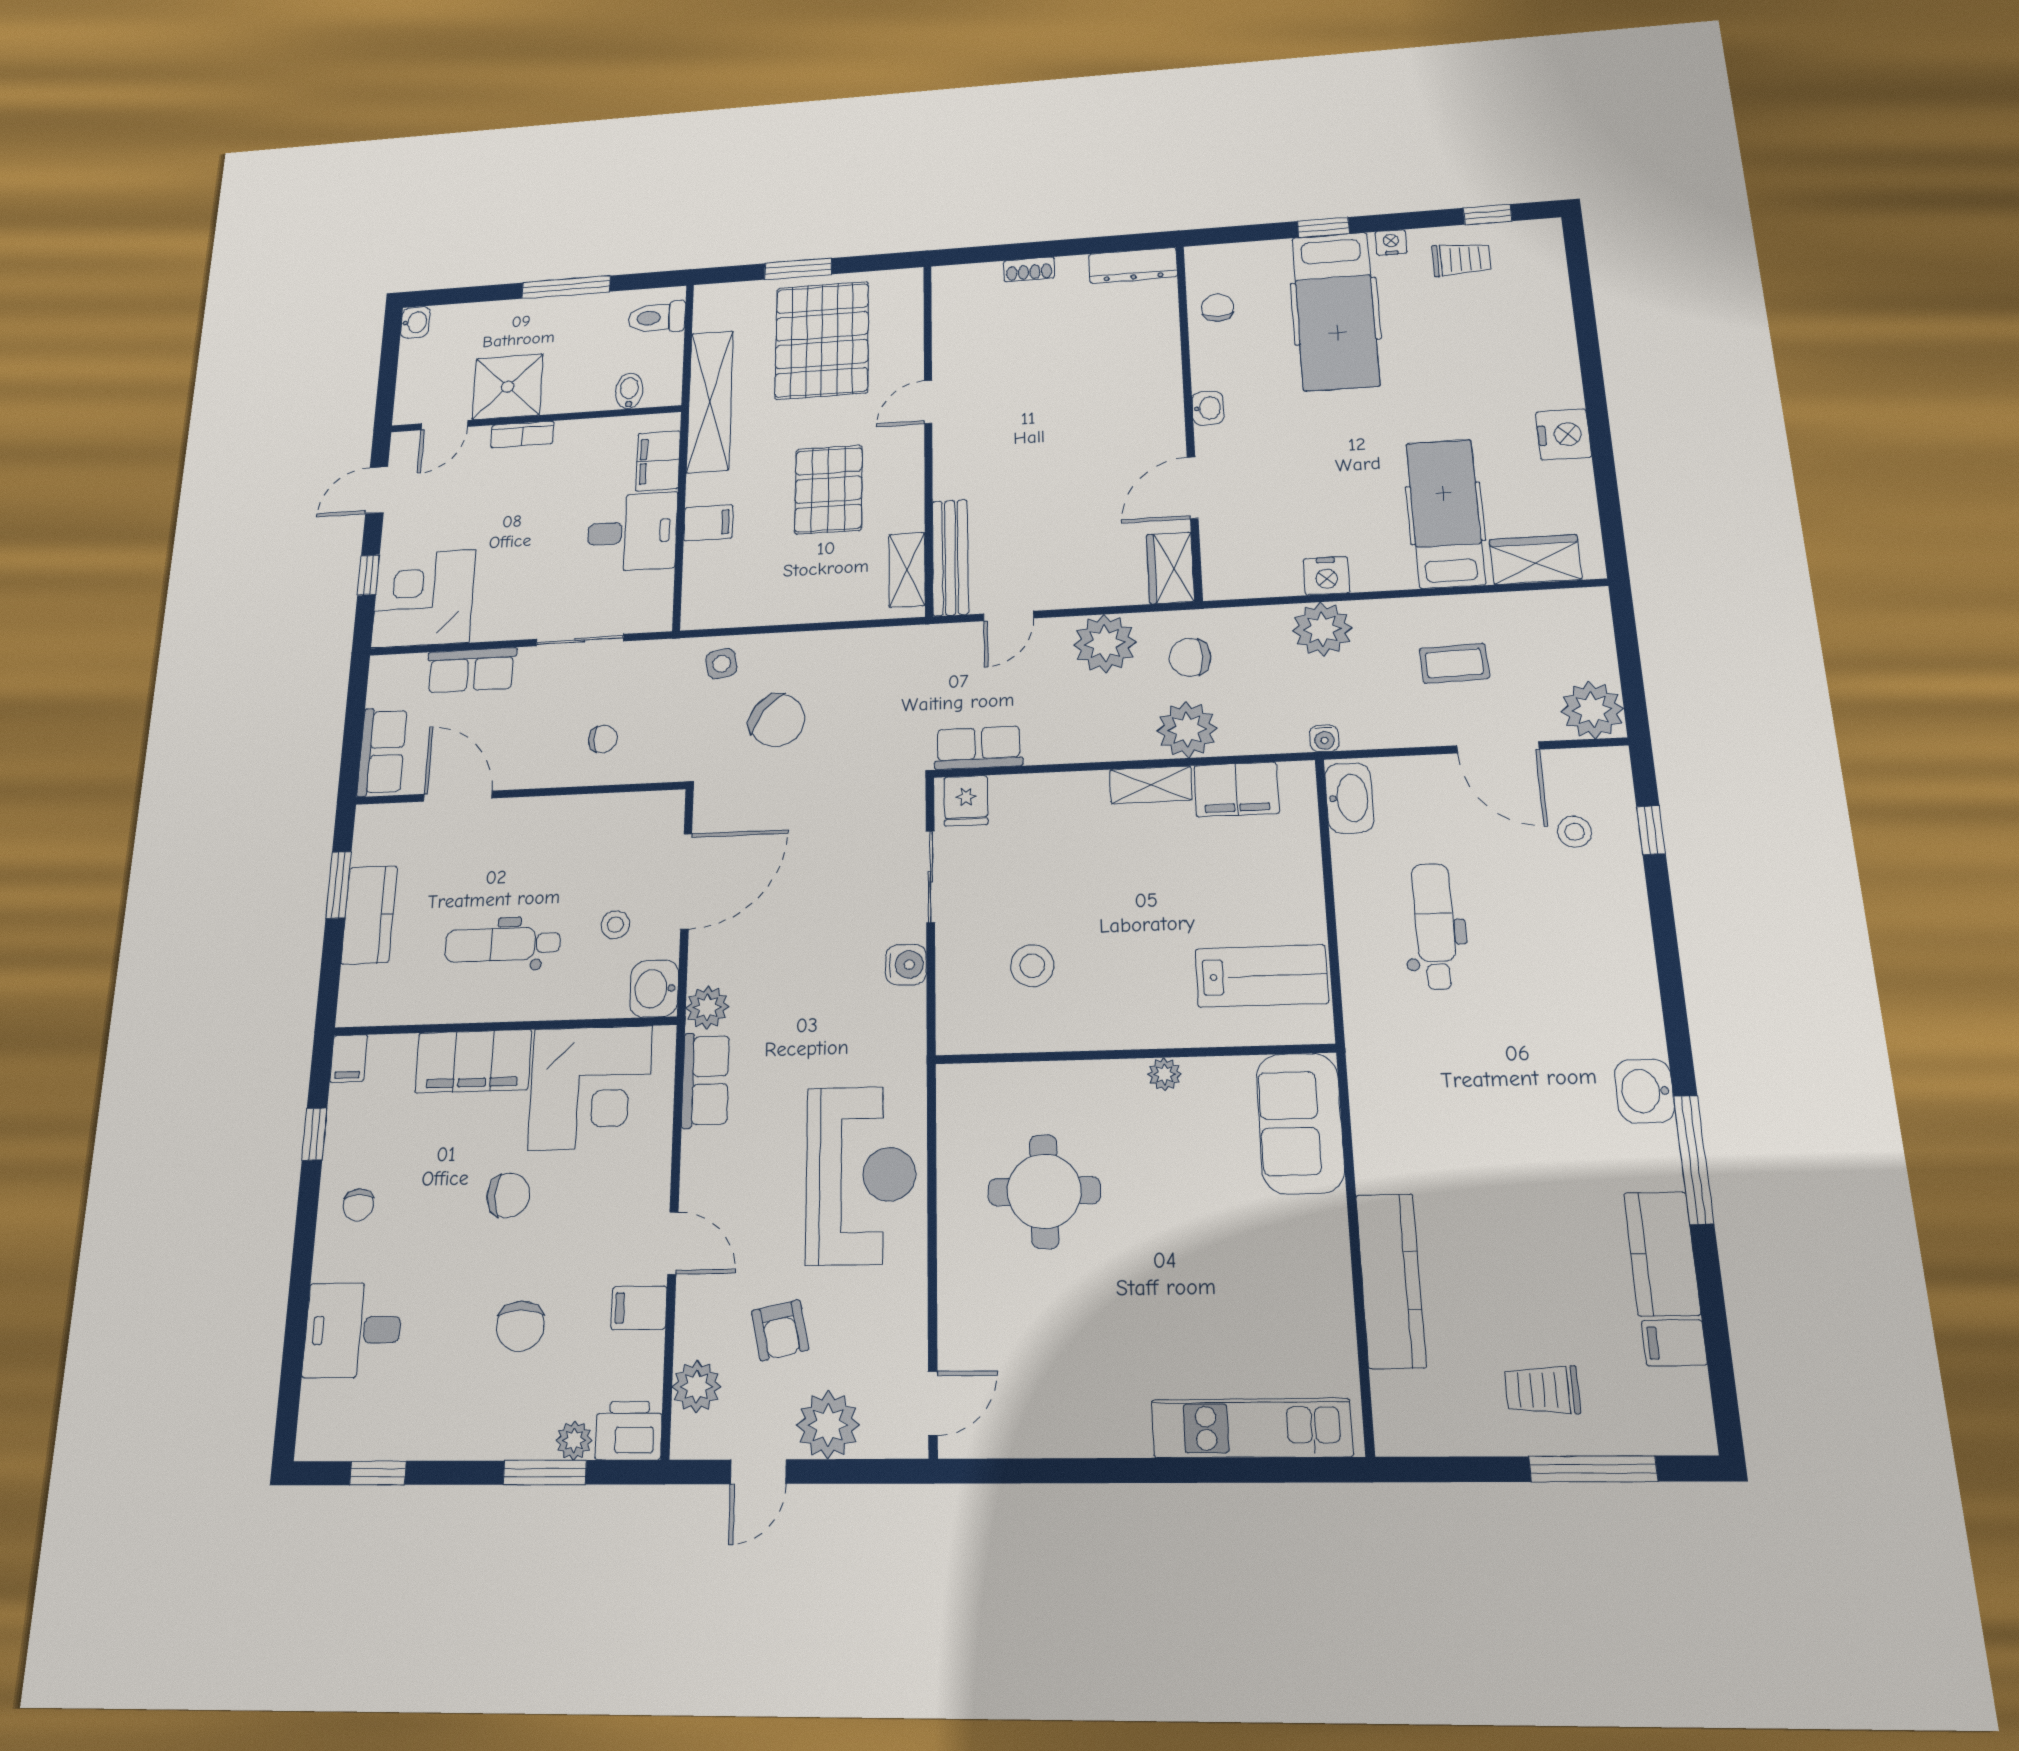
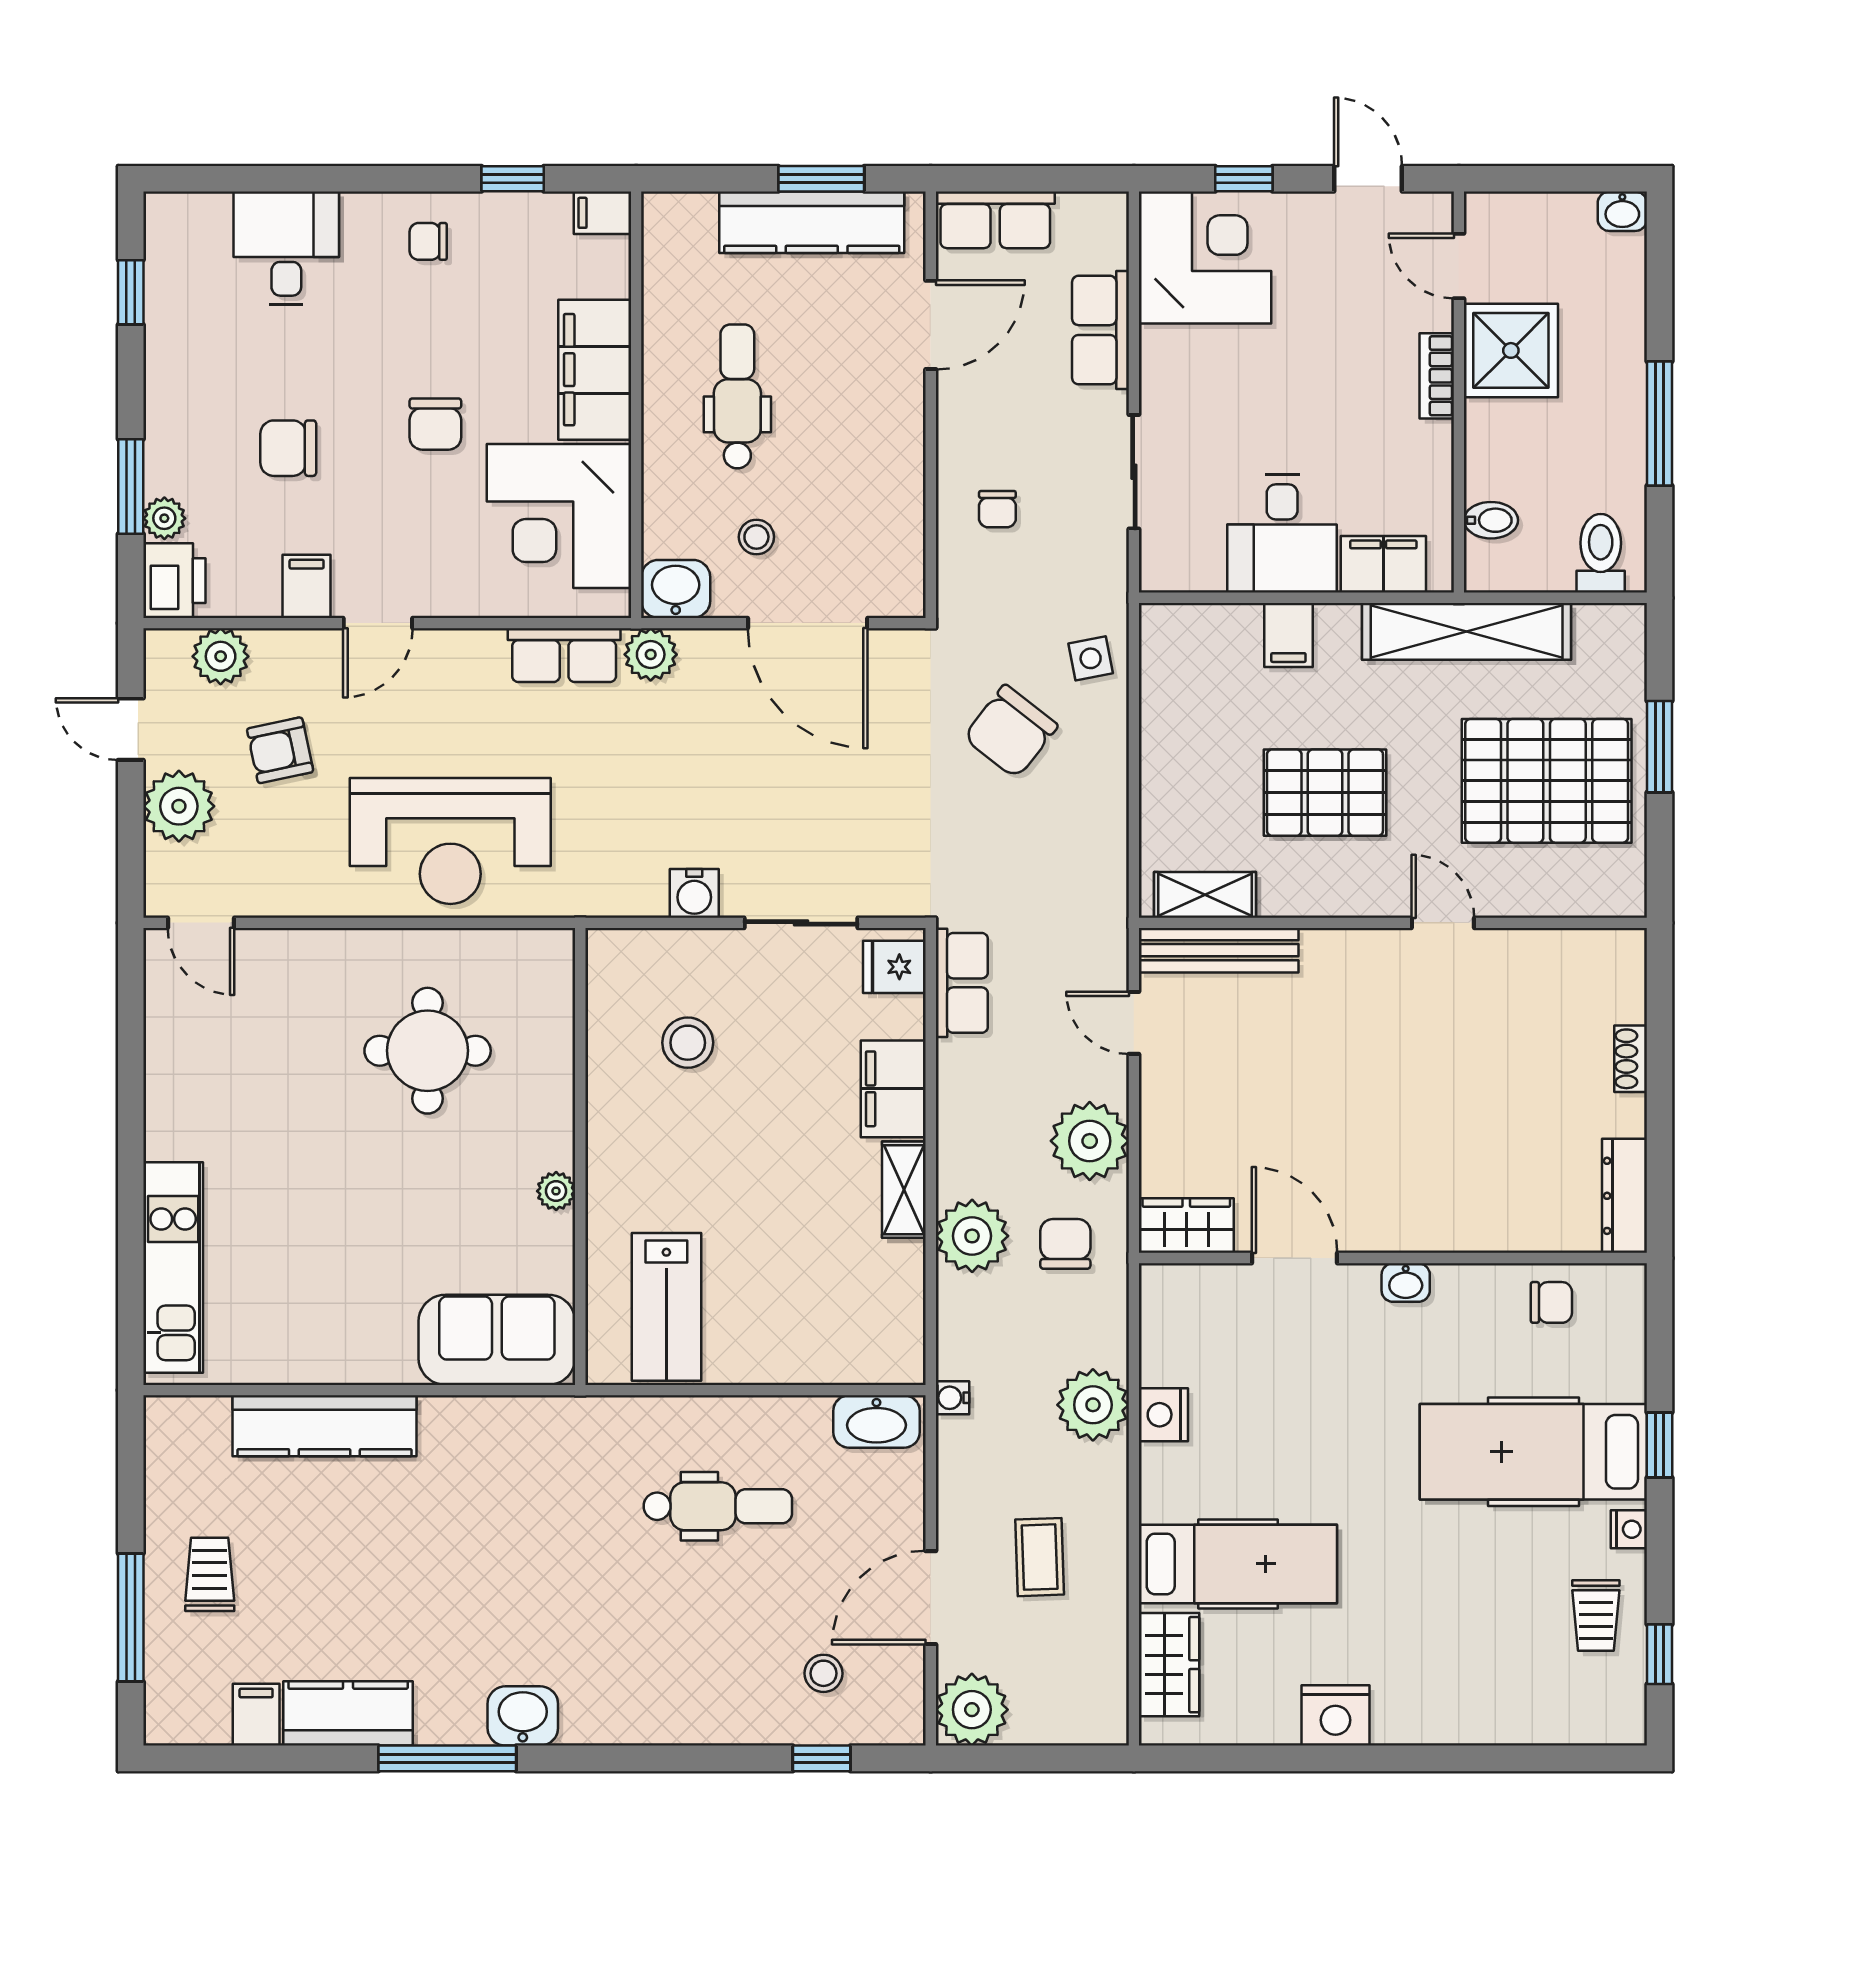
filing cabinet: (1236, 789) -> (893, 1089), moved
kitchen counter: (369, 915) -> (812, 222), width x1.50

